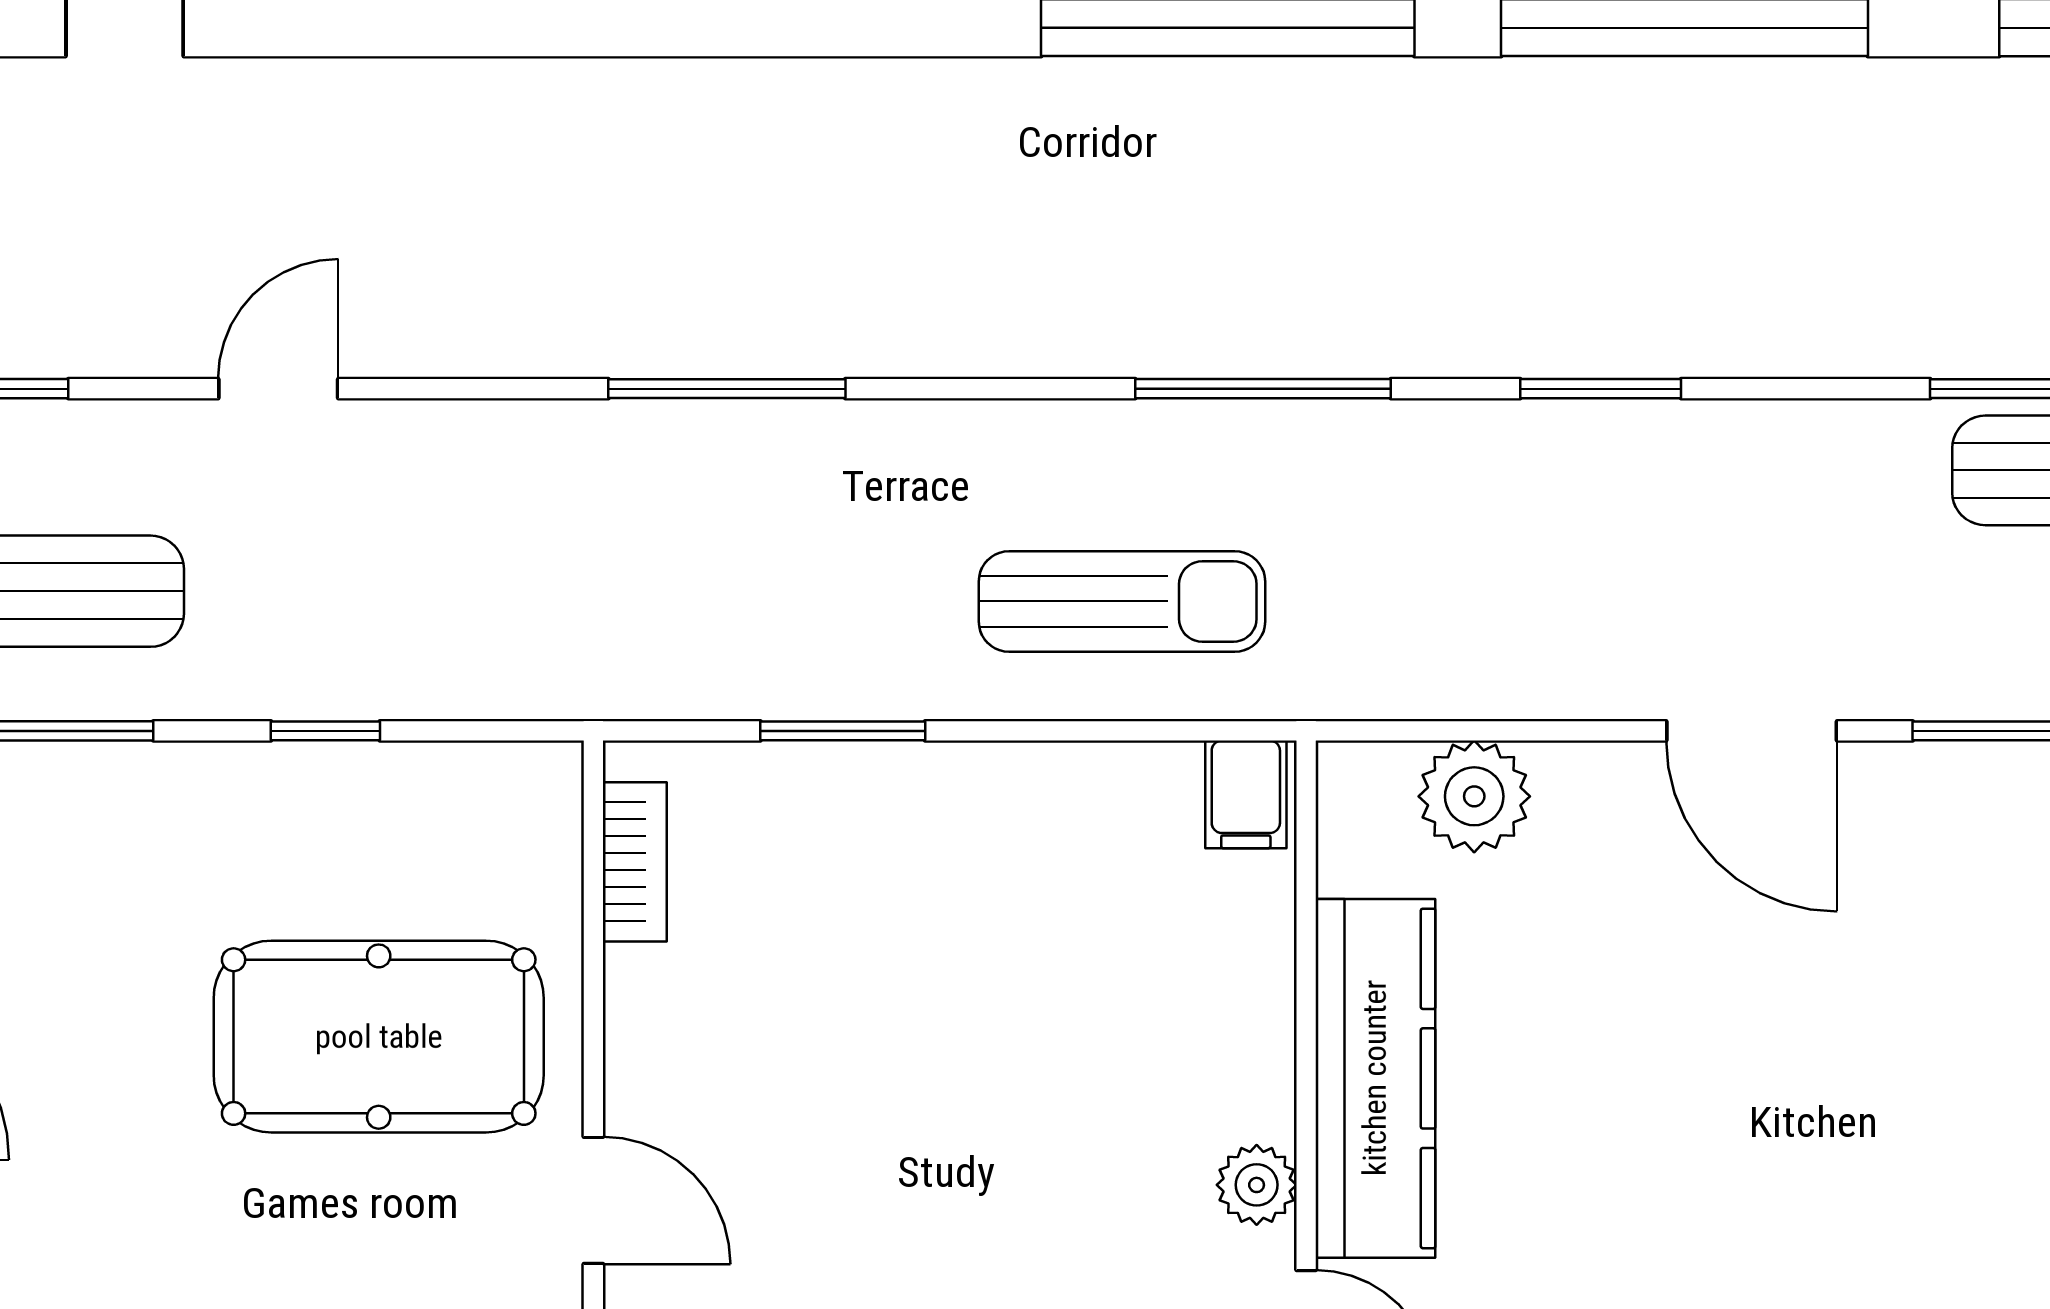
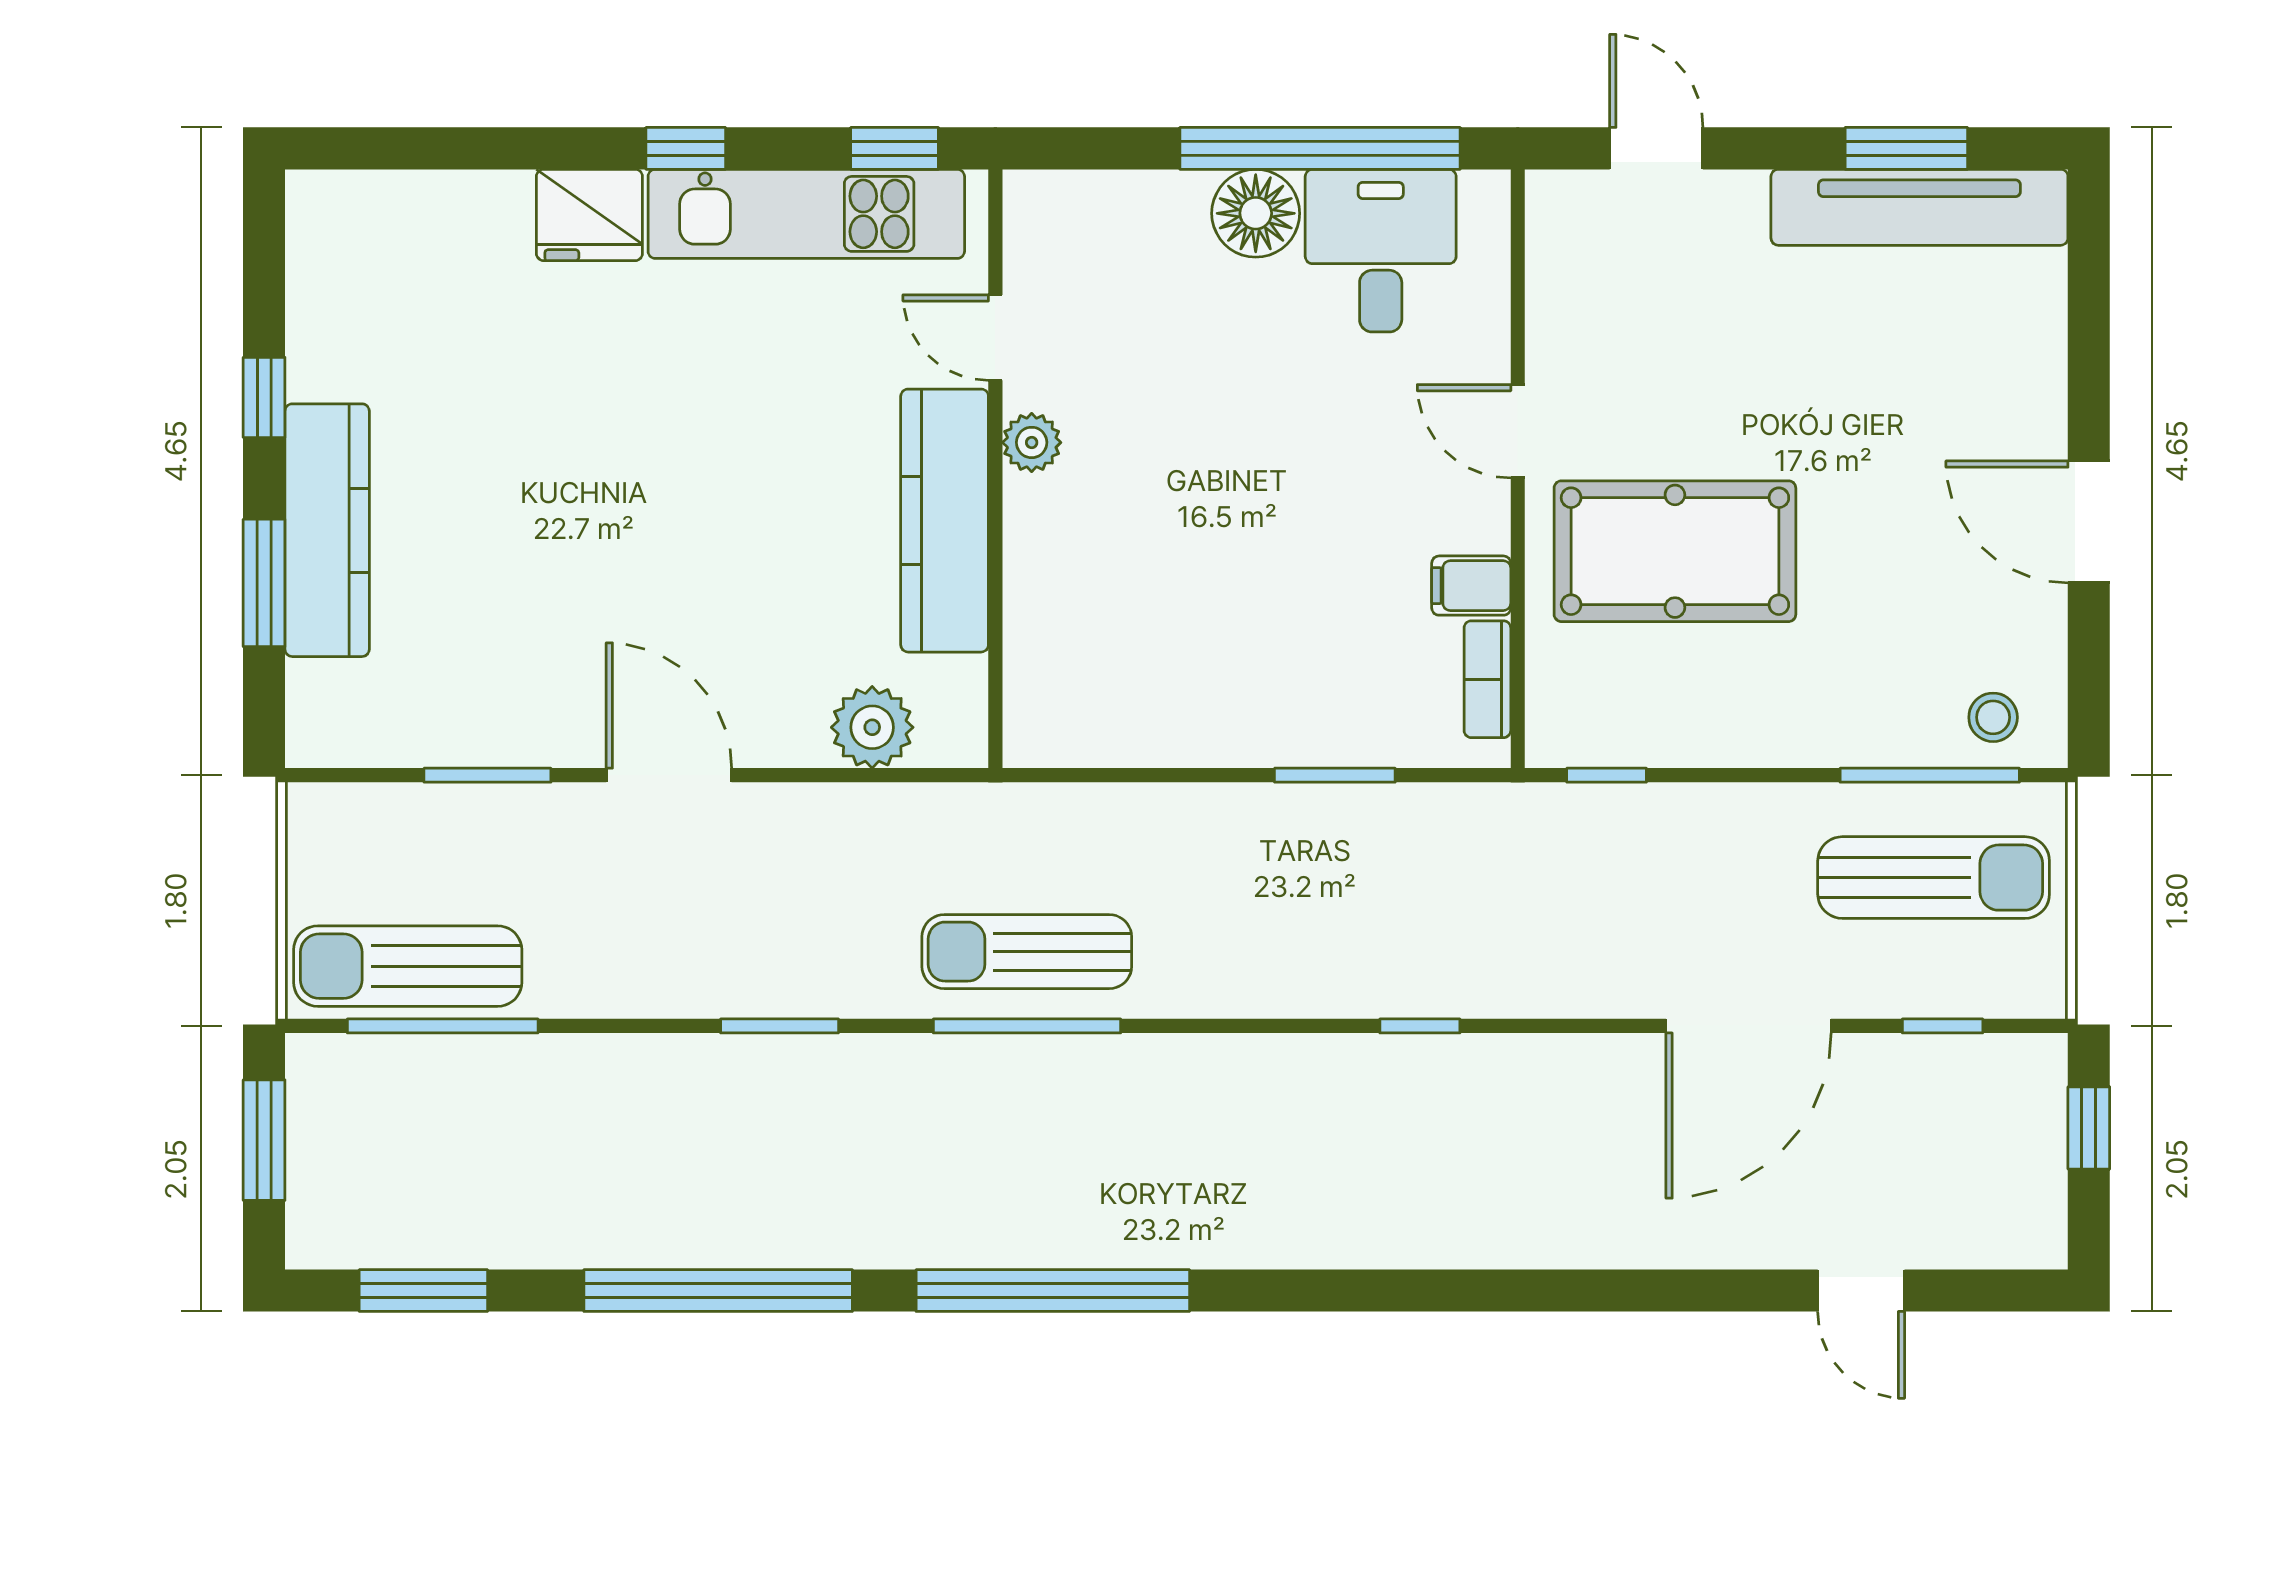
door: (278, 389) -> (1749, 1026), width x1.88
window: (727, 389) -> (1420, 1026), width x0.46
sun lounger: (1122, 601) -> (1027, 952), moved
window: (325, 731) -> (1607, 775), moved
filing cabinet: (1246, 794) -> (1471, 586), moved, turned -90

